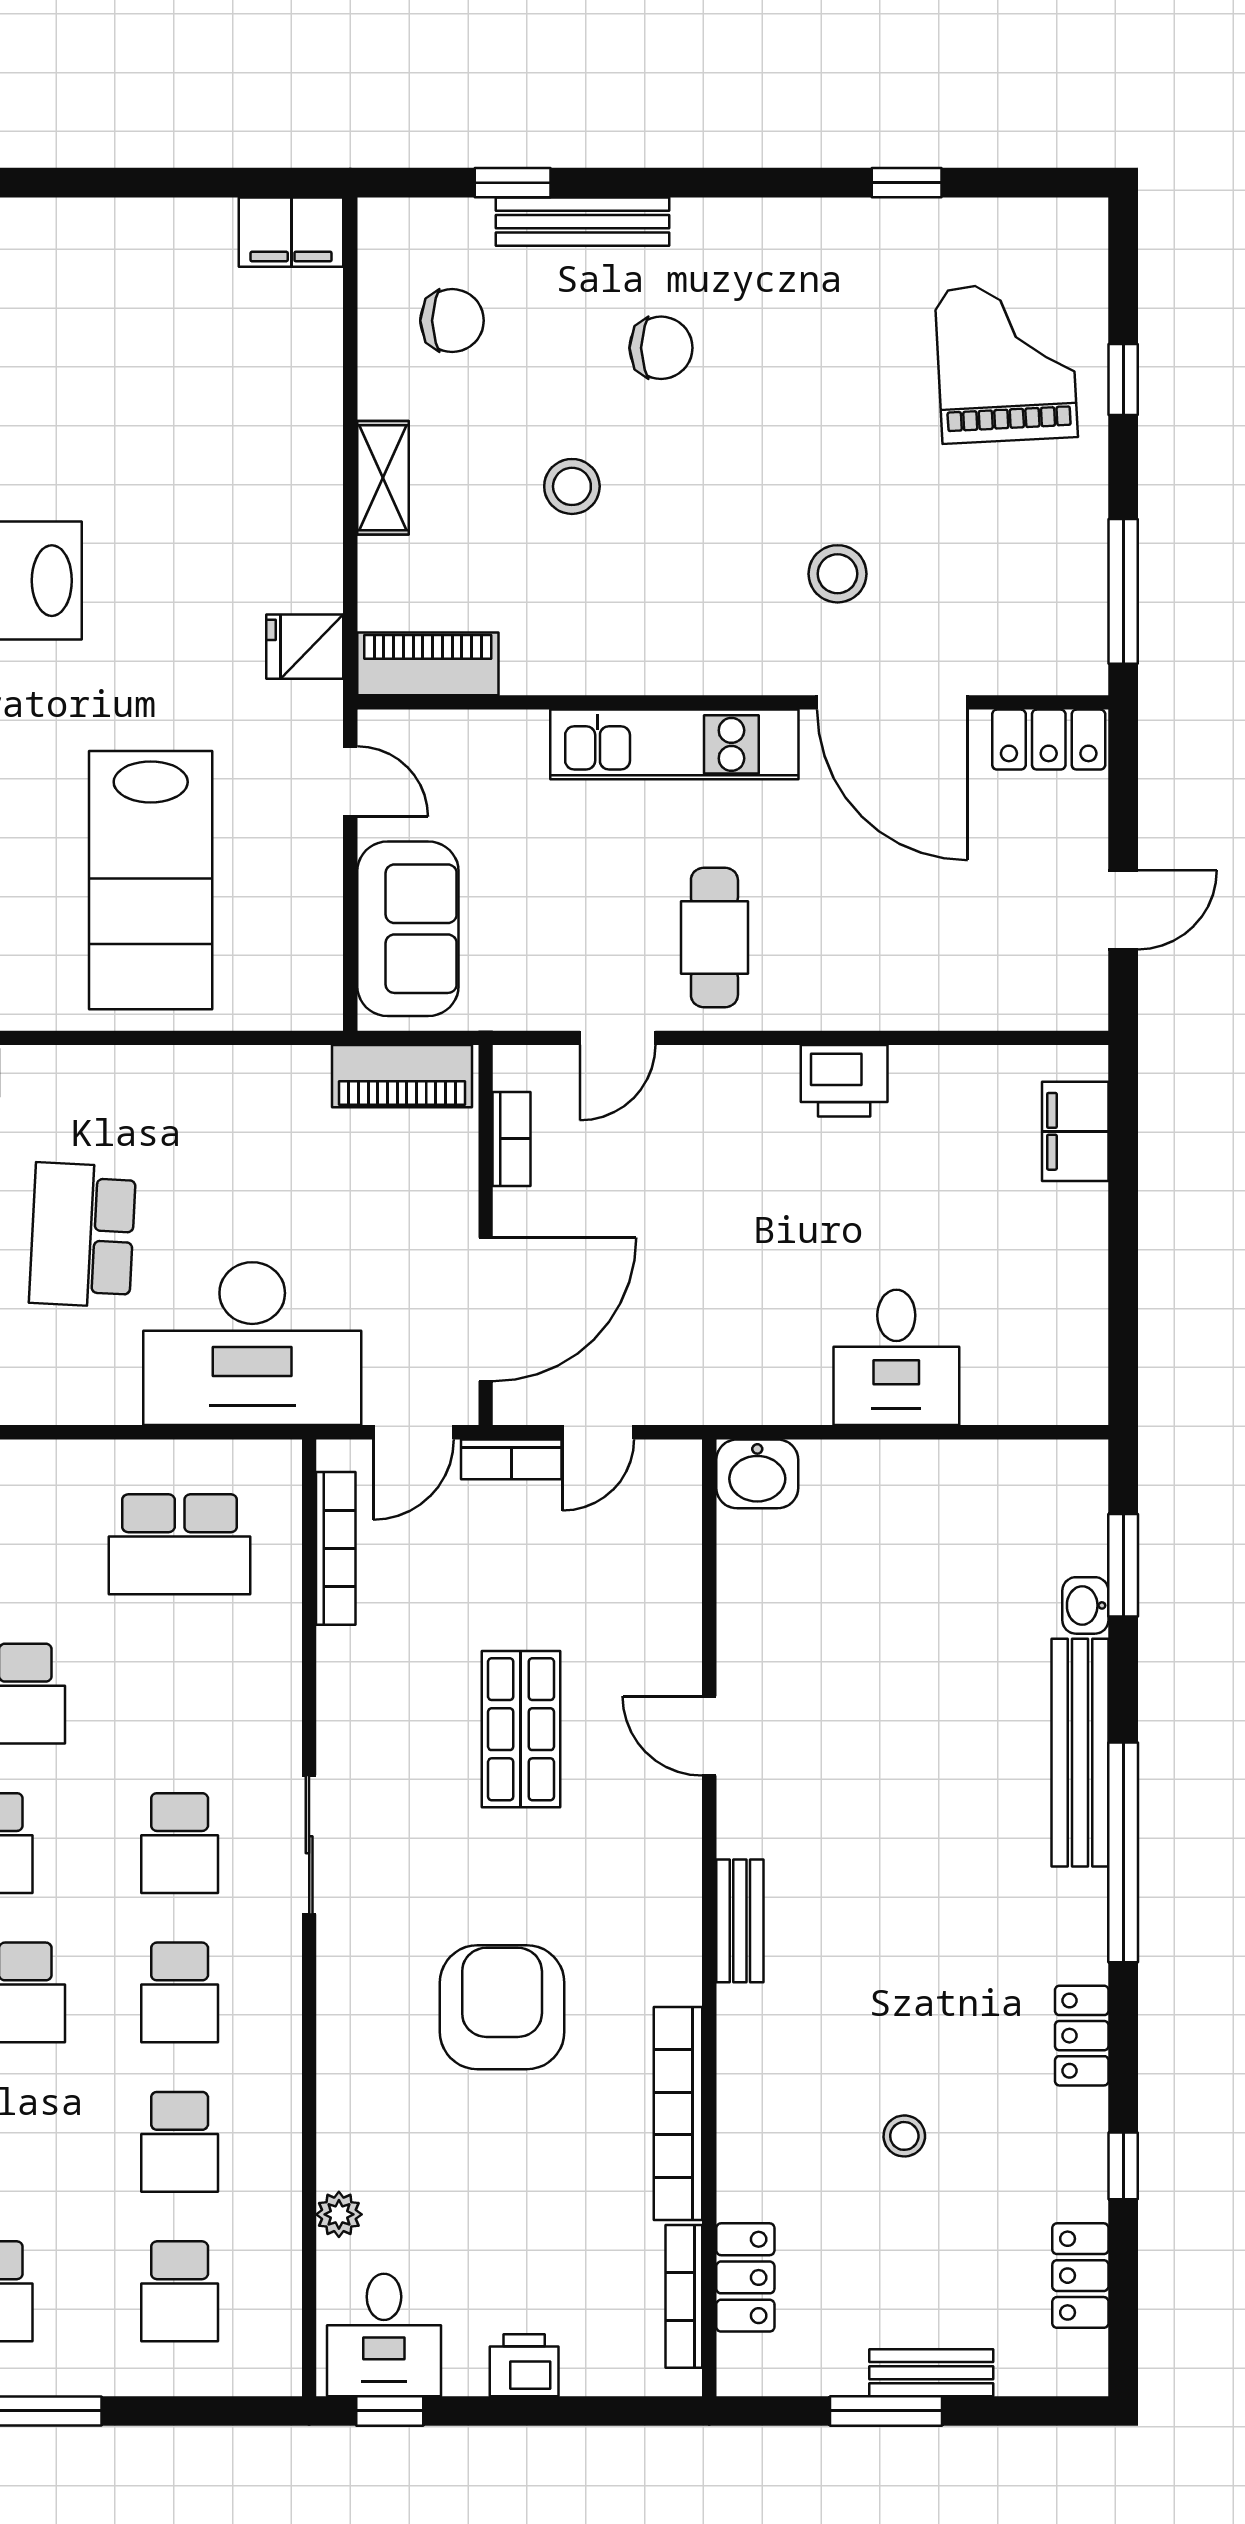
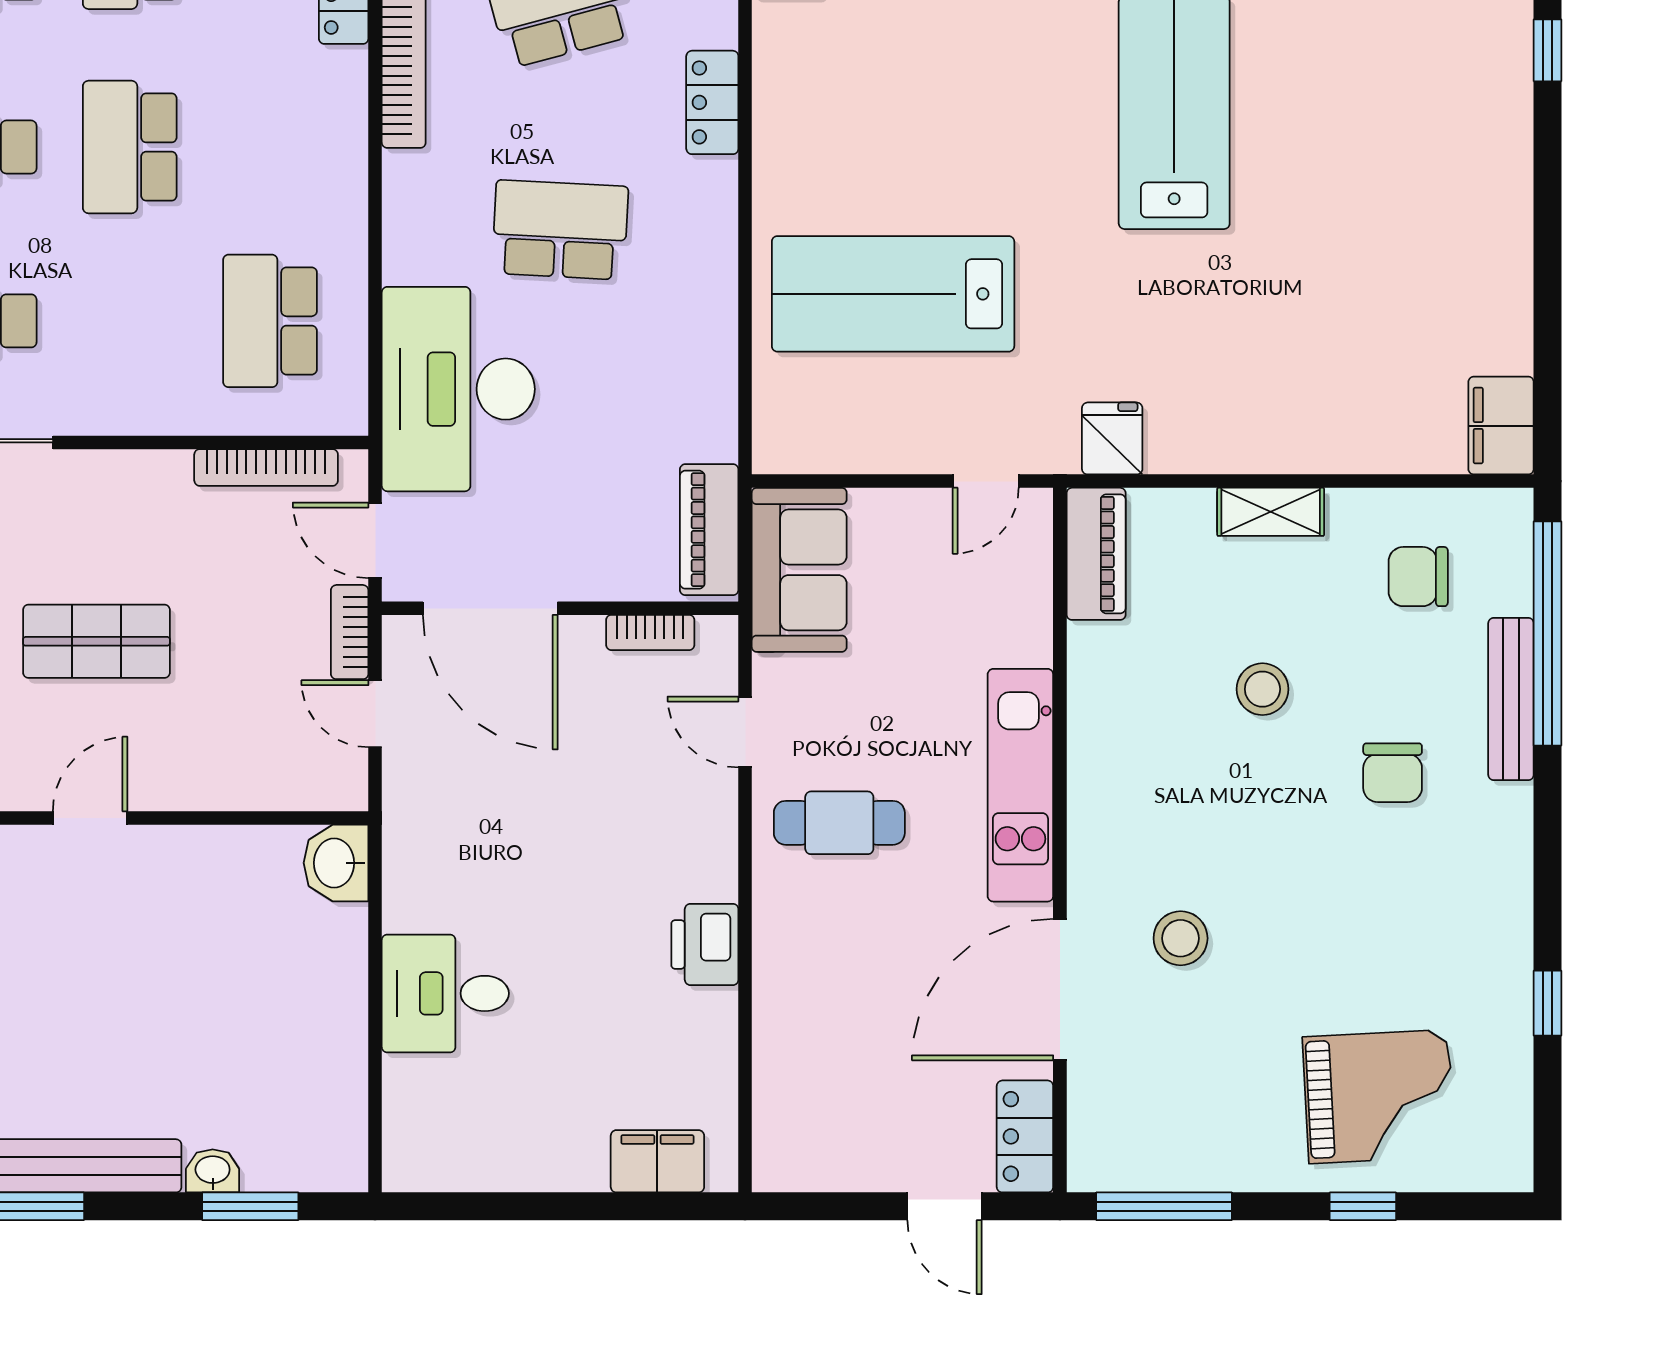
window: (513, 183) -> (1548, 633), width x3.17
chair: (452, 321) -> (1418, 577), turned 90
door: (1123, 910) -> (945, 1206), moved
sofa: (408, 929) -> (799, 570), moved, turned -90

